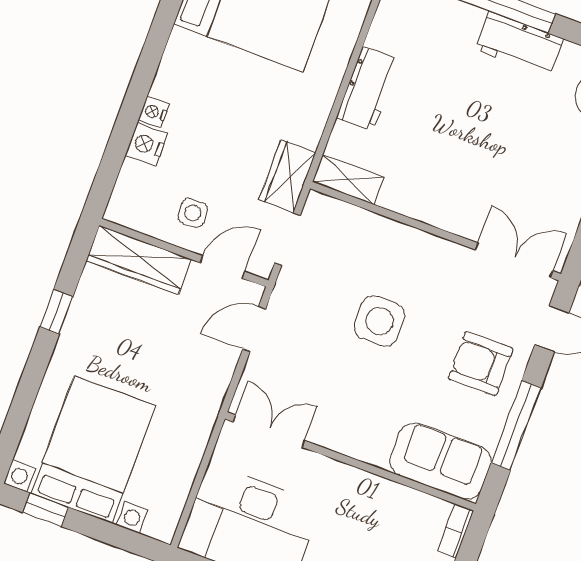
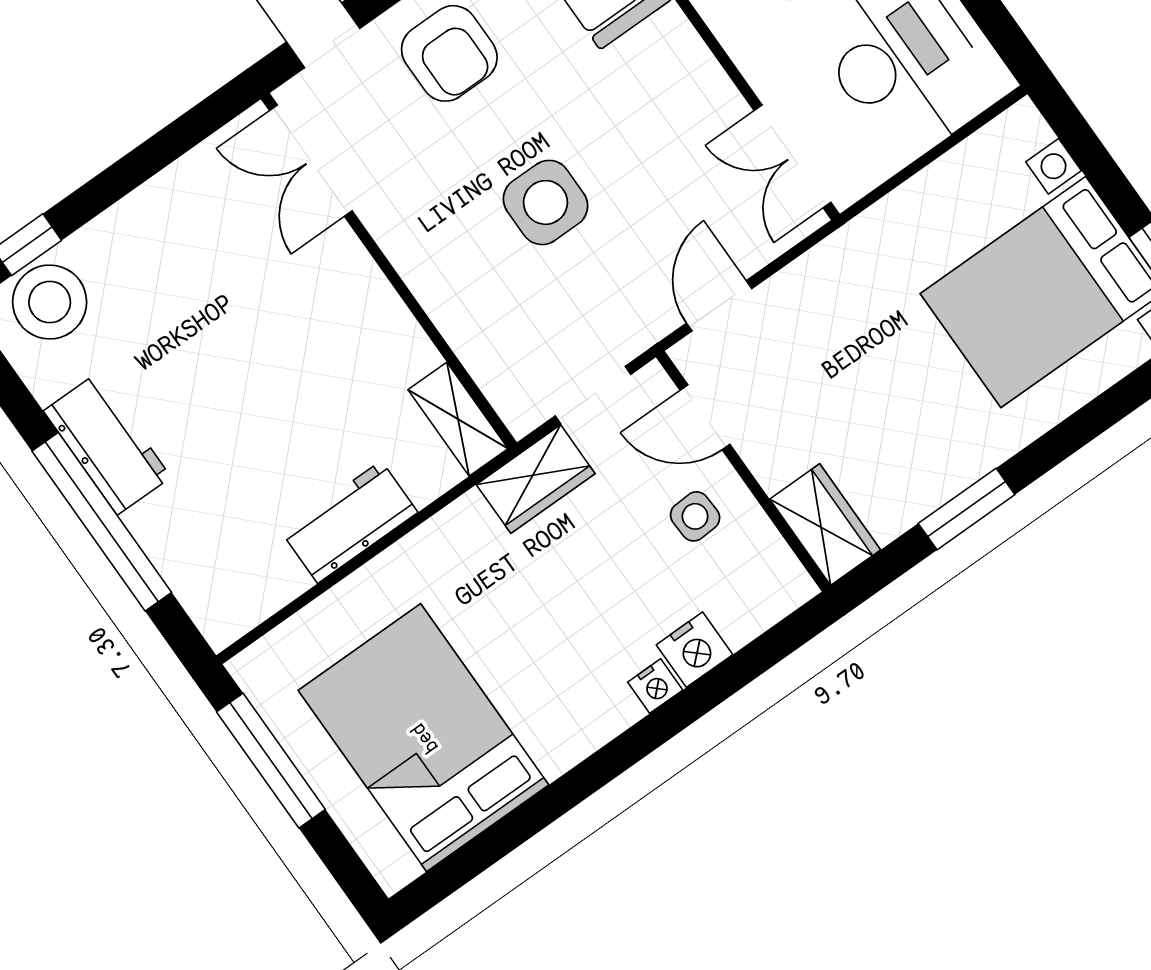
wardrobe: (139, 260) -> (825, 525), width x0.67
window: (56, 312) -> (967, 509), width x1.50
door: (254, 329) -> (719, 306), swing flipped

